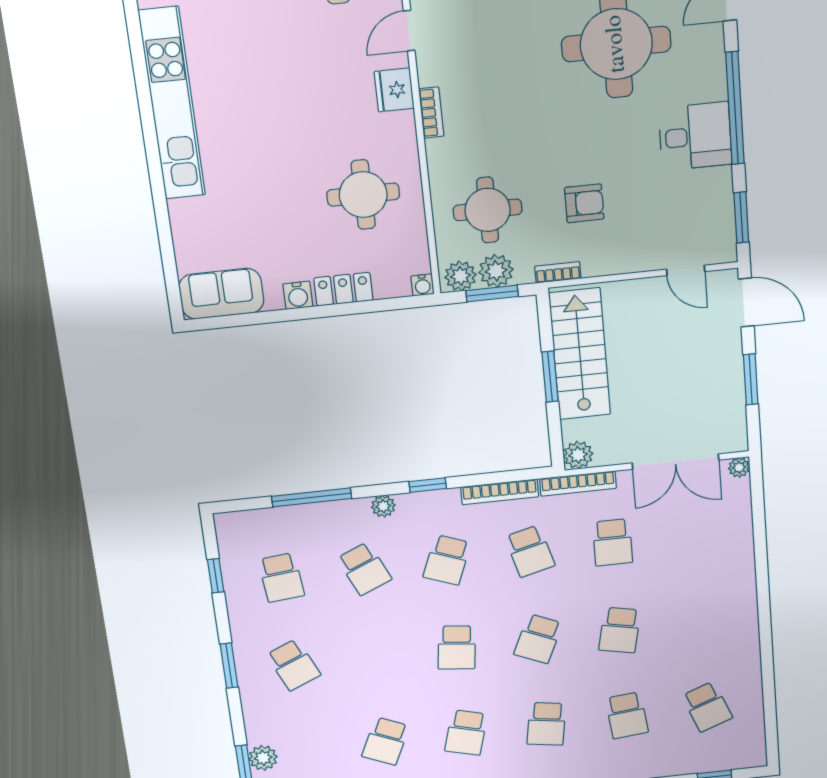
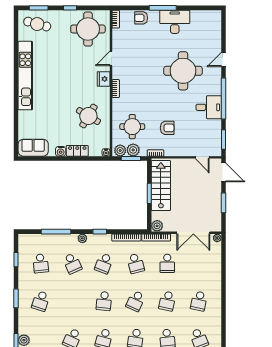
round table: (363, 195) -> (88, 116), turned 31
school desk: (701, 621) -> (199, 301), added
school desk: (293, 665) -> (41, 301), turned 42

